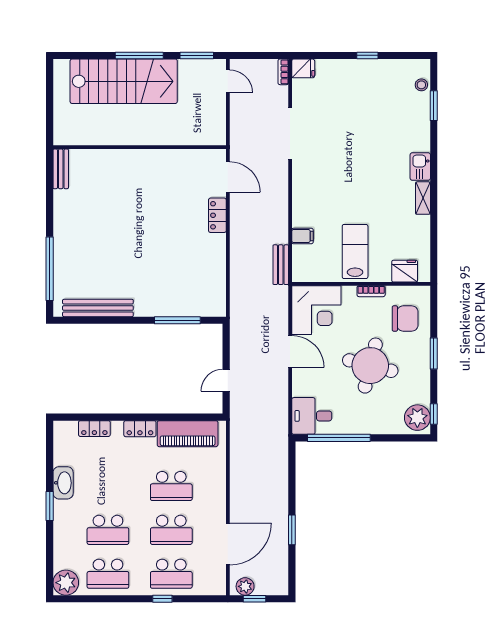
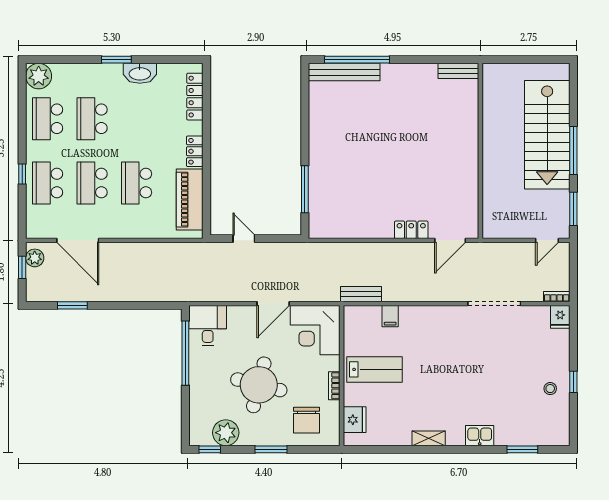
stool: (421, 85) -> (550, 389), moved
kitchen sink: (420, 167) -> (480, 436), moved
bench: (98, 308) -> (344, 72), moved, turned 90
plant: (417, 418) -> (226, 433), moved
locker: (94, 429) -> (195, 97), width x1.53
window: (292, 530) -> (72, 305), moved

